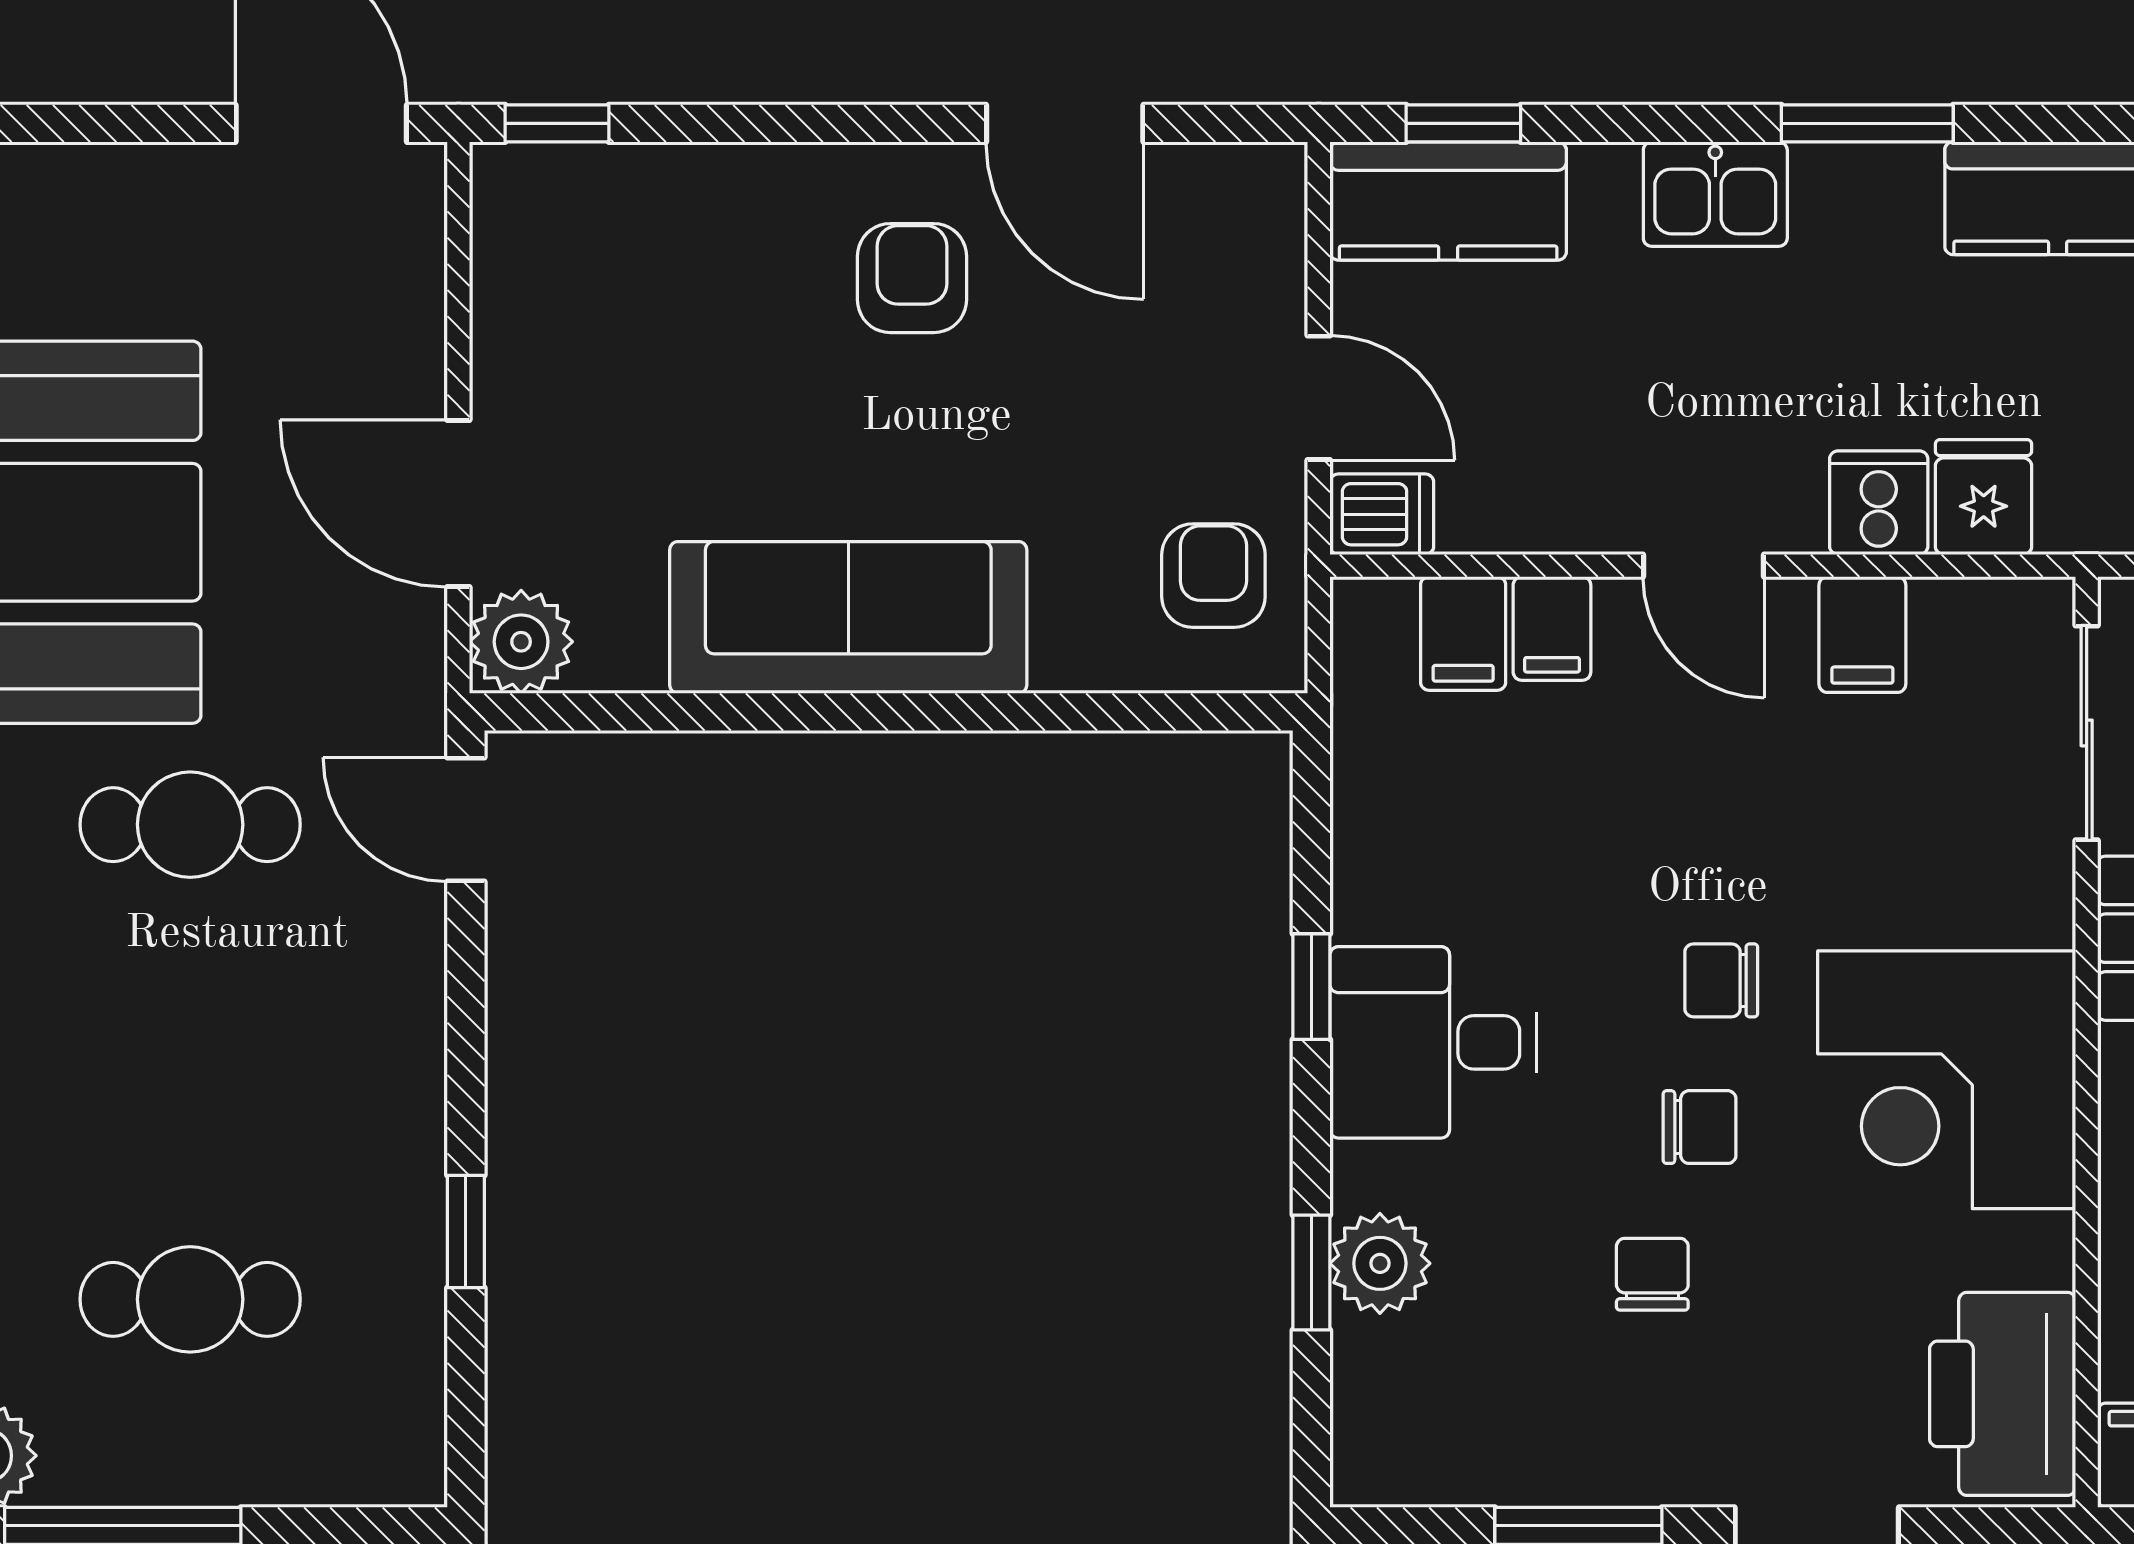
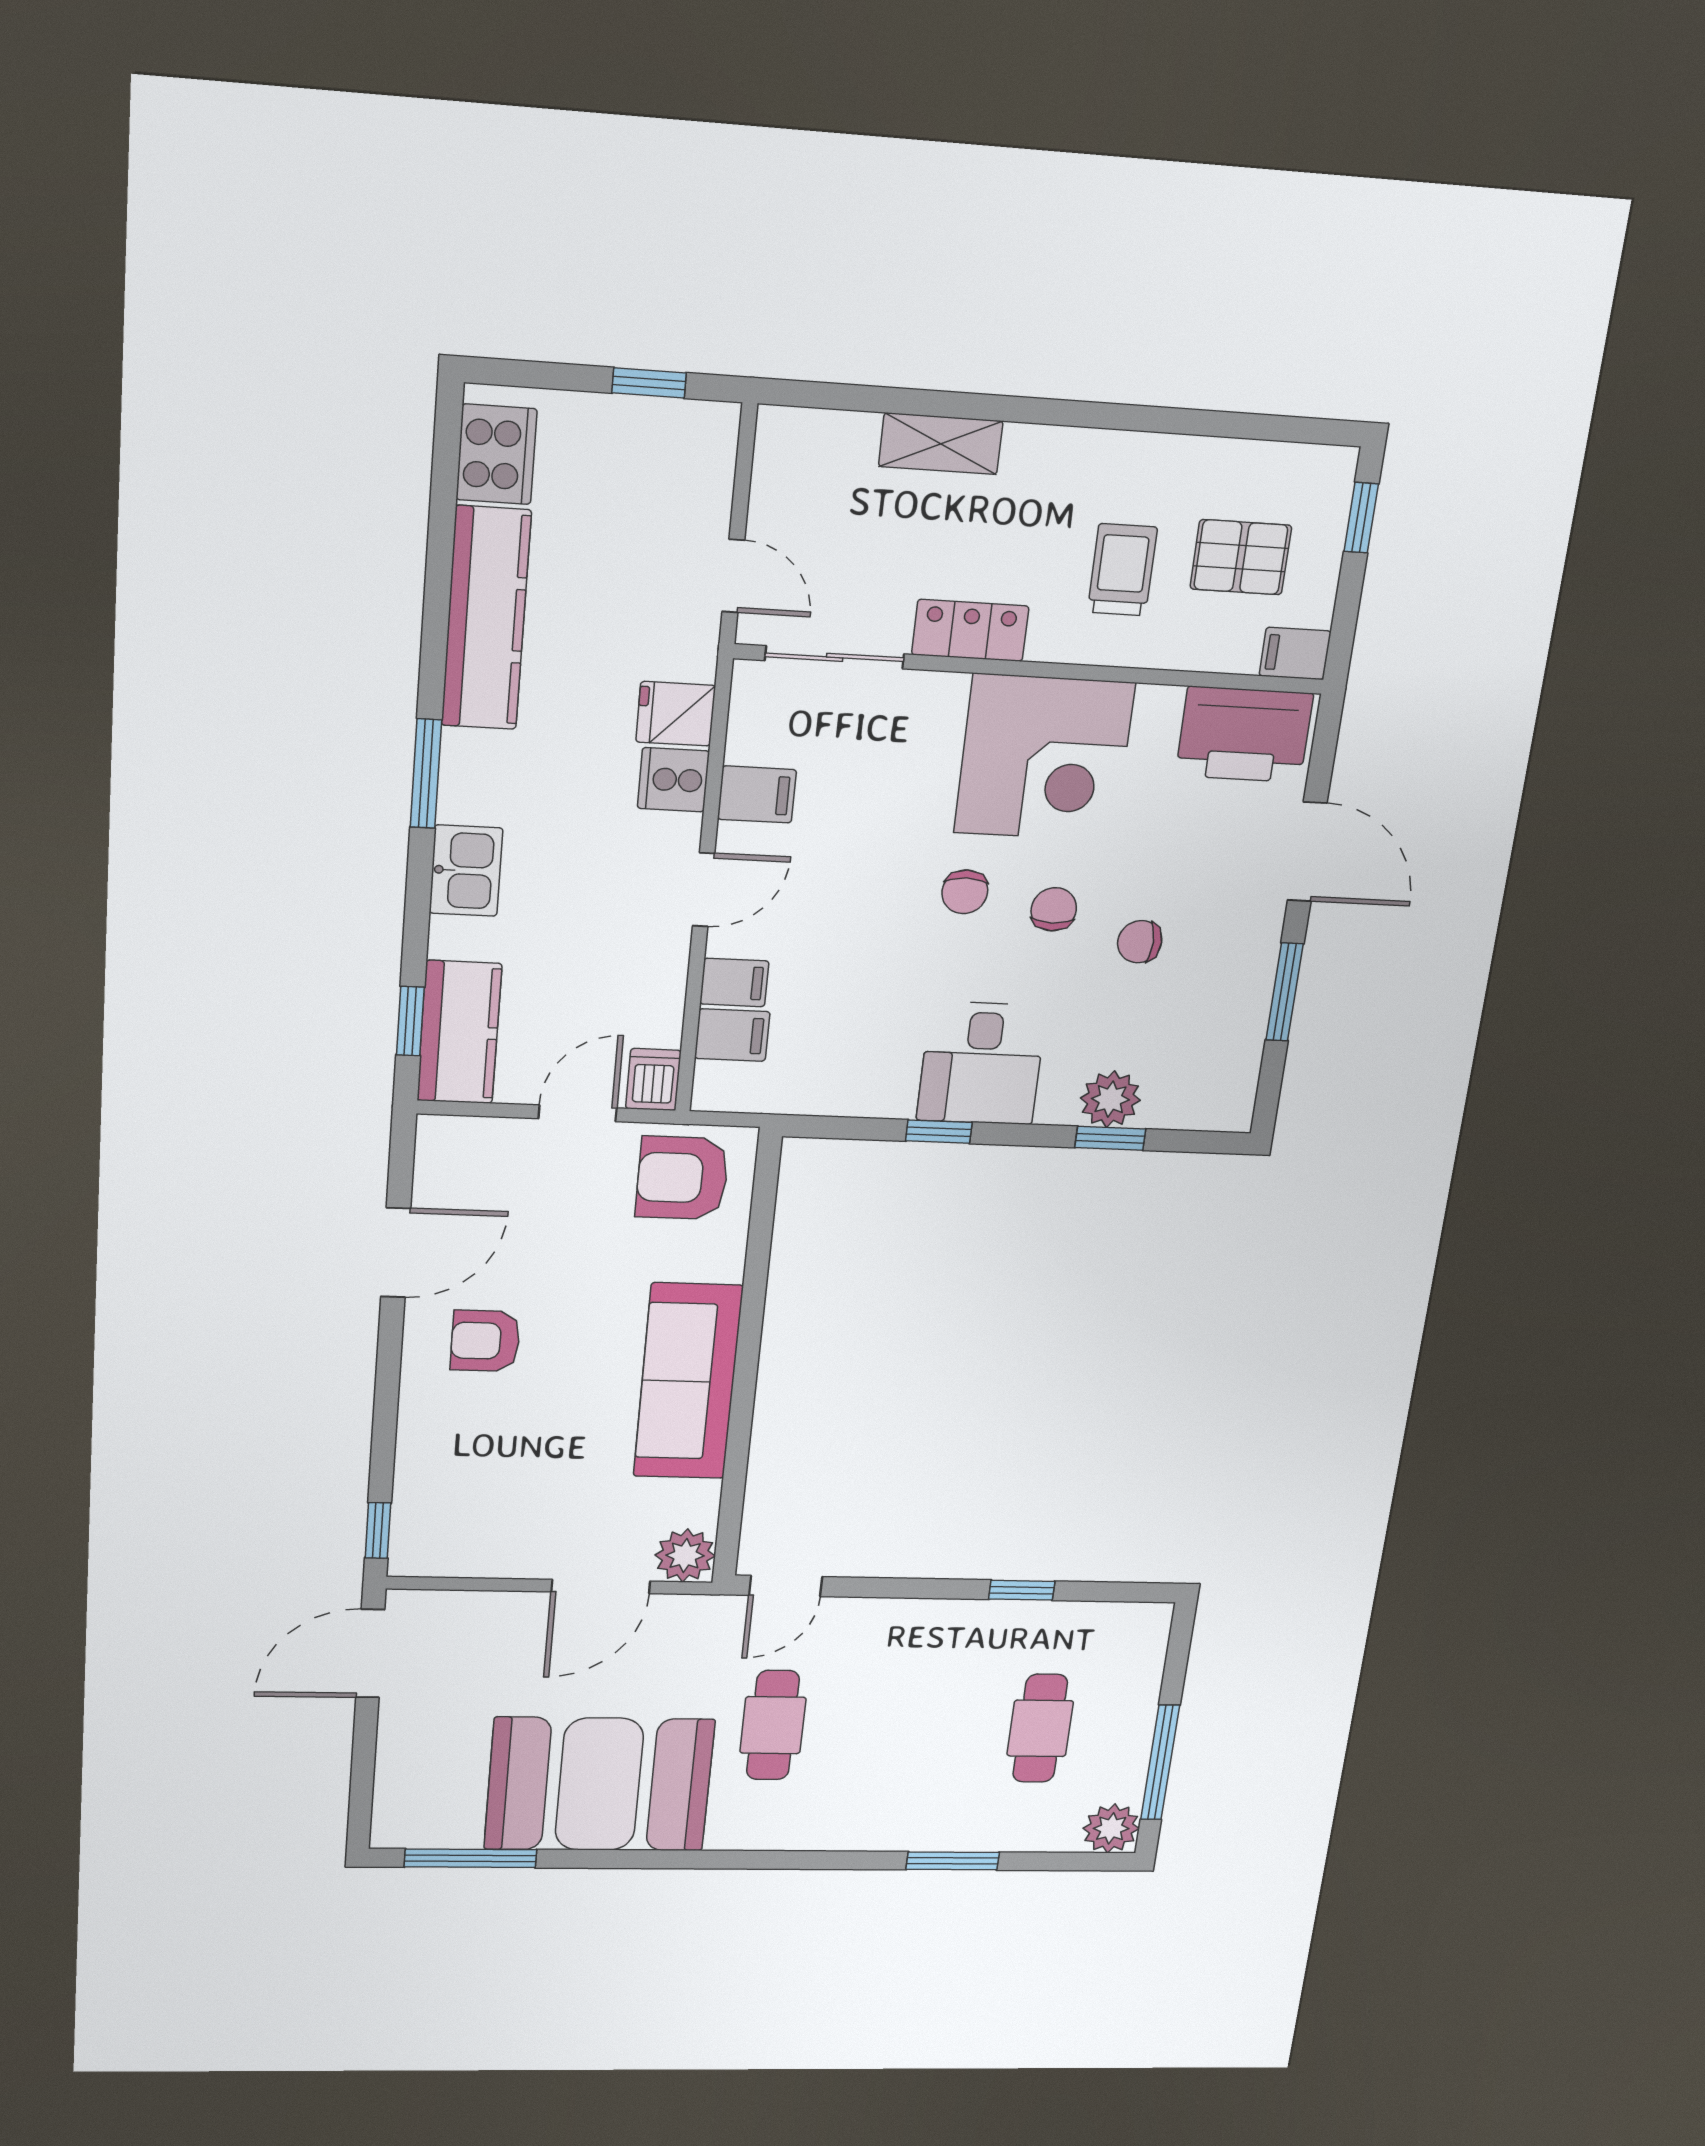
armchair: (1213, 576) -> (682, 1178), width x1.38, depth x1.38

